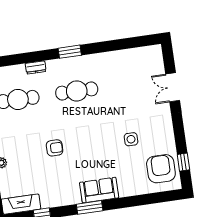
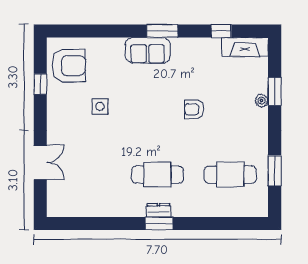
dresser: (36, 67) -> (159, 210), moved
window: (183, 162) -> (40, 84), moved
armchair: (161, 169) -> (69, 65), turned -90

